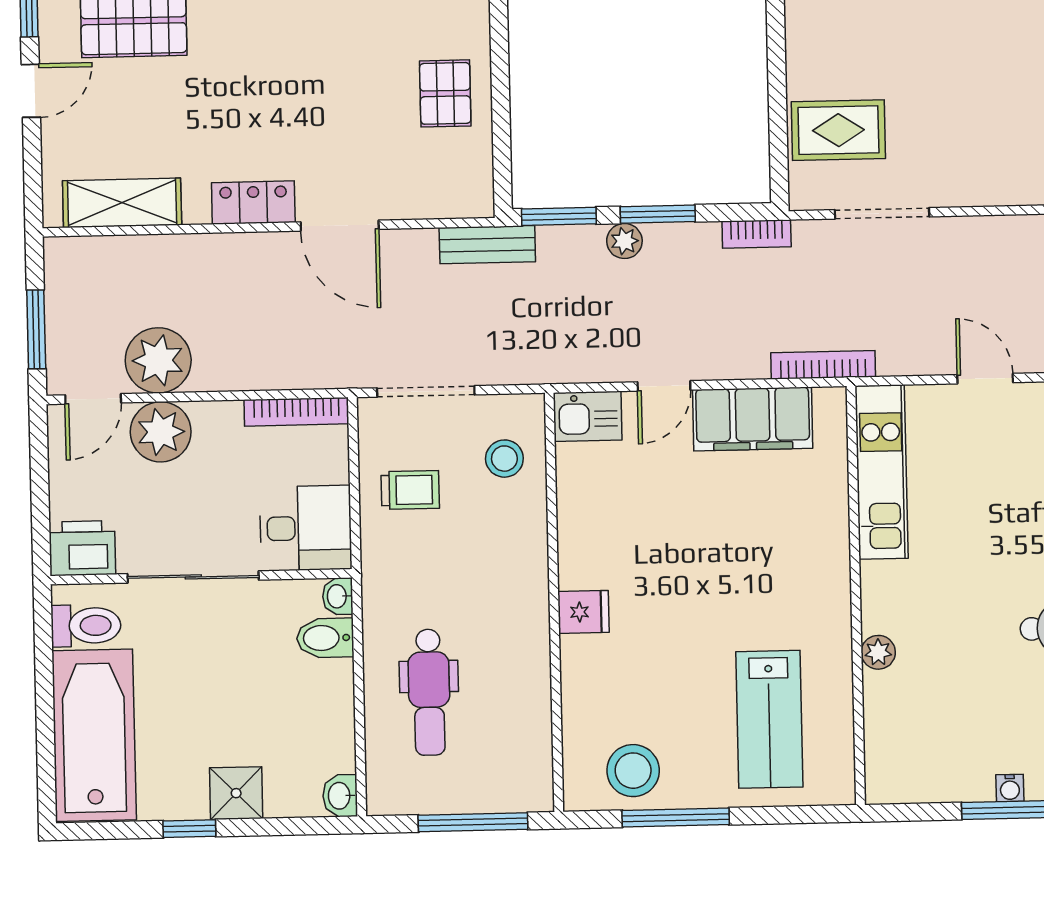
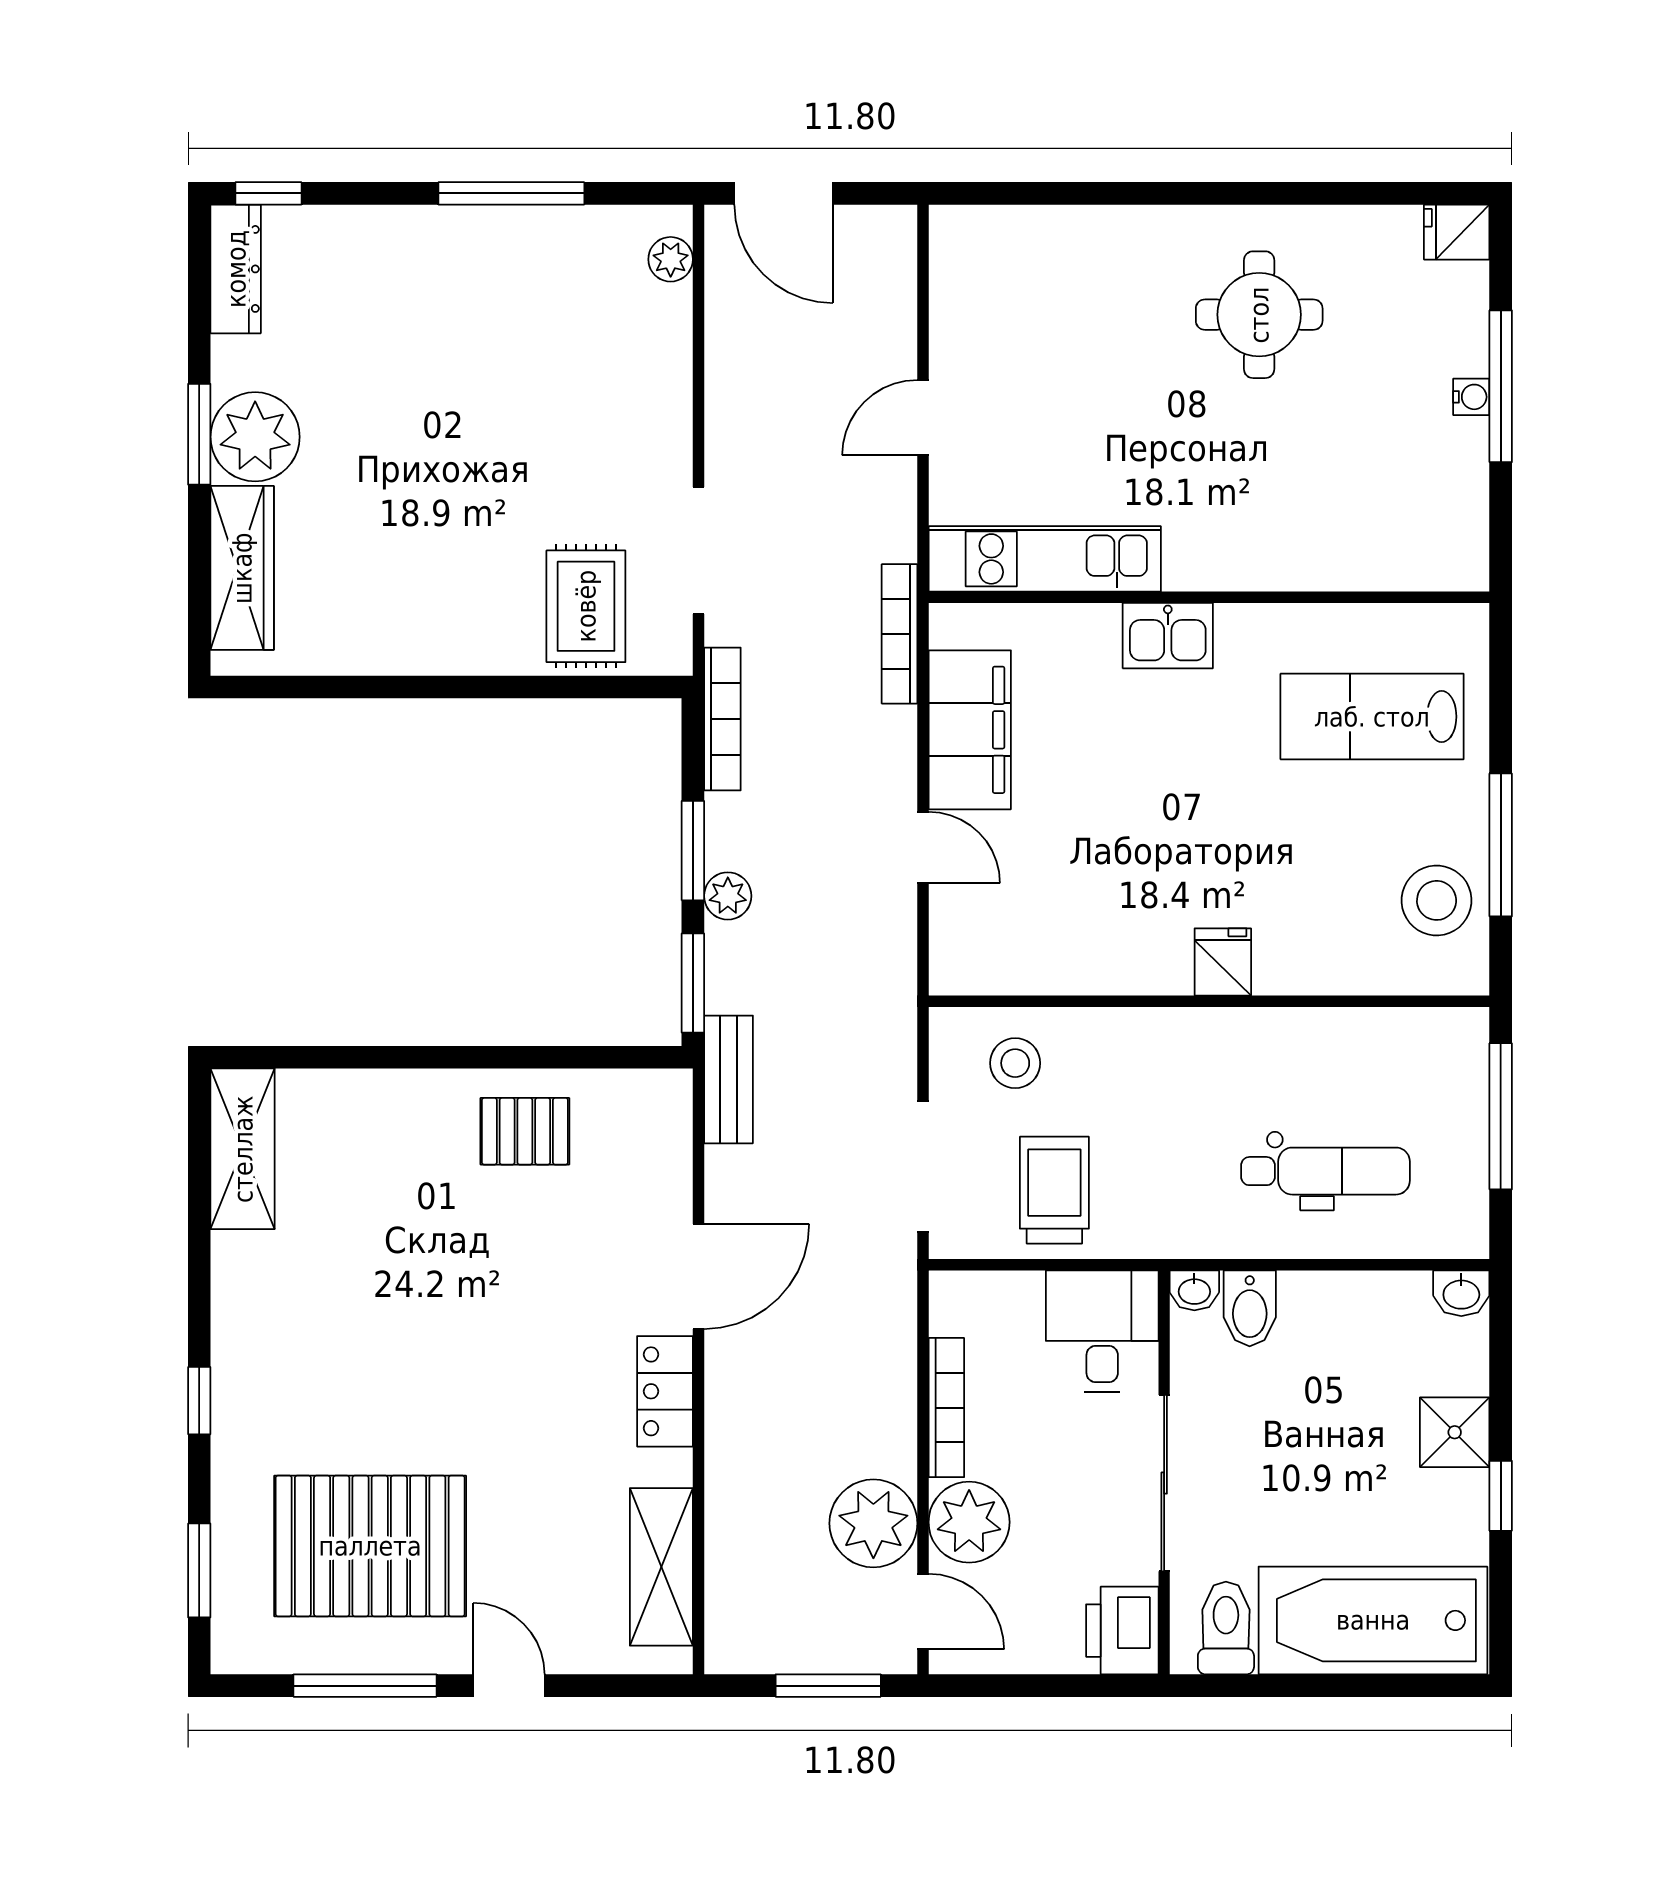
bookcase: (757, 234) -> (722, 719), width x1.56
bookcase: (296, 412) -> (946, 1408), moved
kitchen sink: (588, 416) -> (1168, 636), moved, turned 90
trolley: (410, 490) -> (1054, 1190), width x1.36, depth x1.39
plant: (878, 652) -> (1286, 569), removed
lab bench: (769, 719) -> (1372, 717), turned 180

